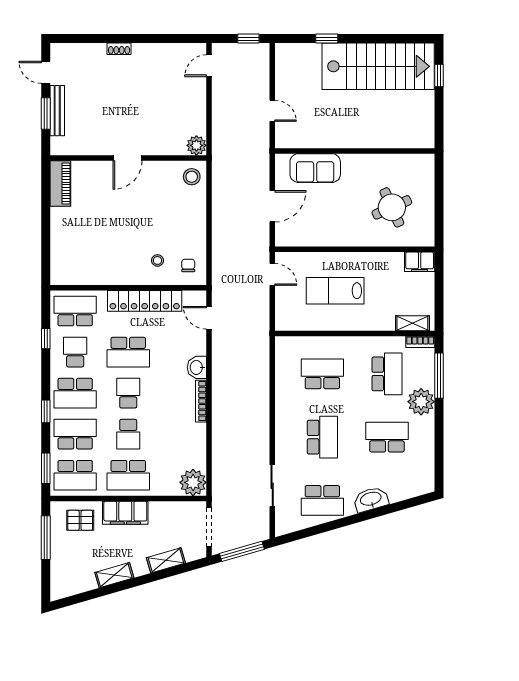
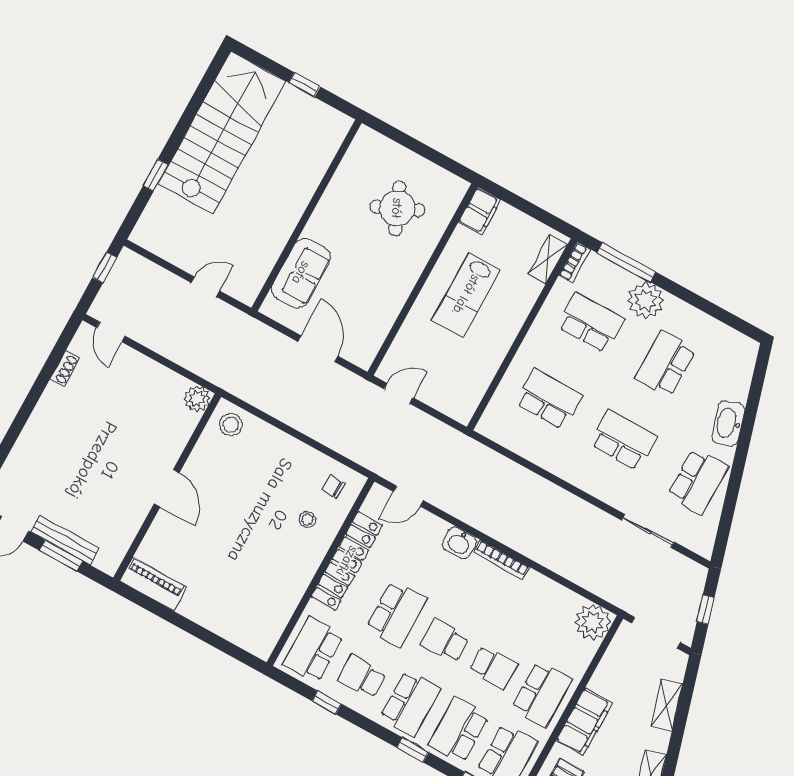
shoe rack: (119, 49) -> (65, 368), moved
window: (439, 76) -> (305, 85), moved
lab bench: (335, 291) -> (466, 295), moved
school desk: (322, 374) -> (549, 399), turned 90
window: (242, 551) -> (706, 610), width x0.46

